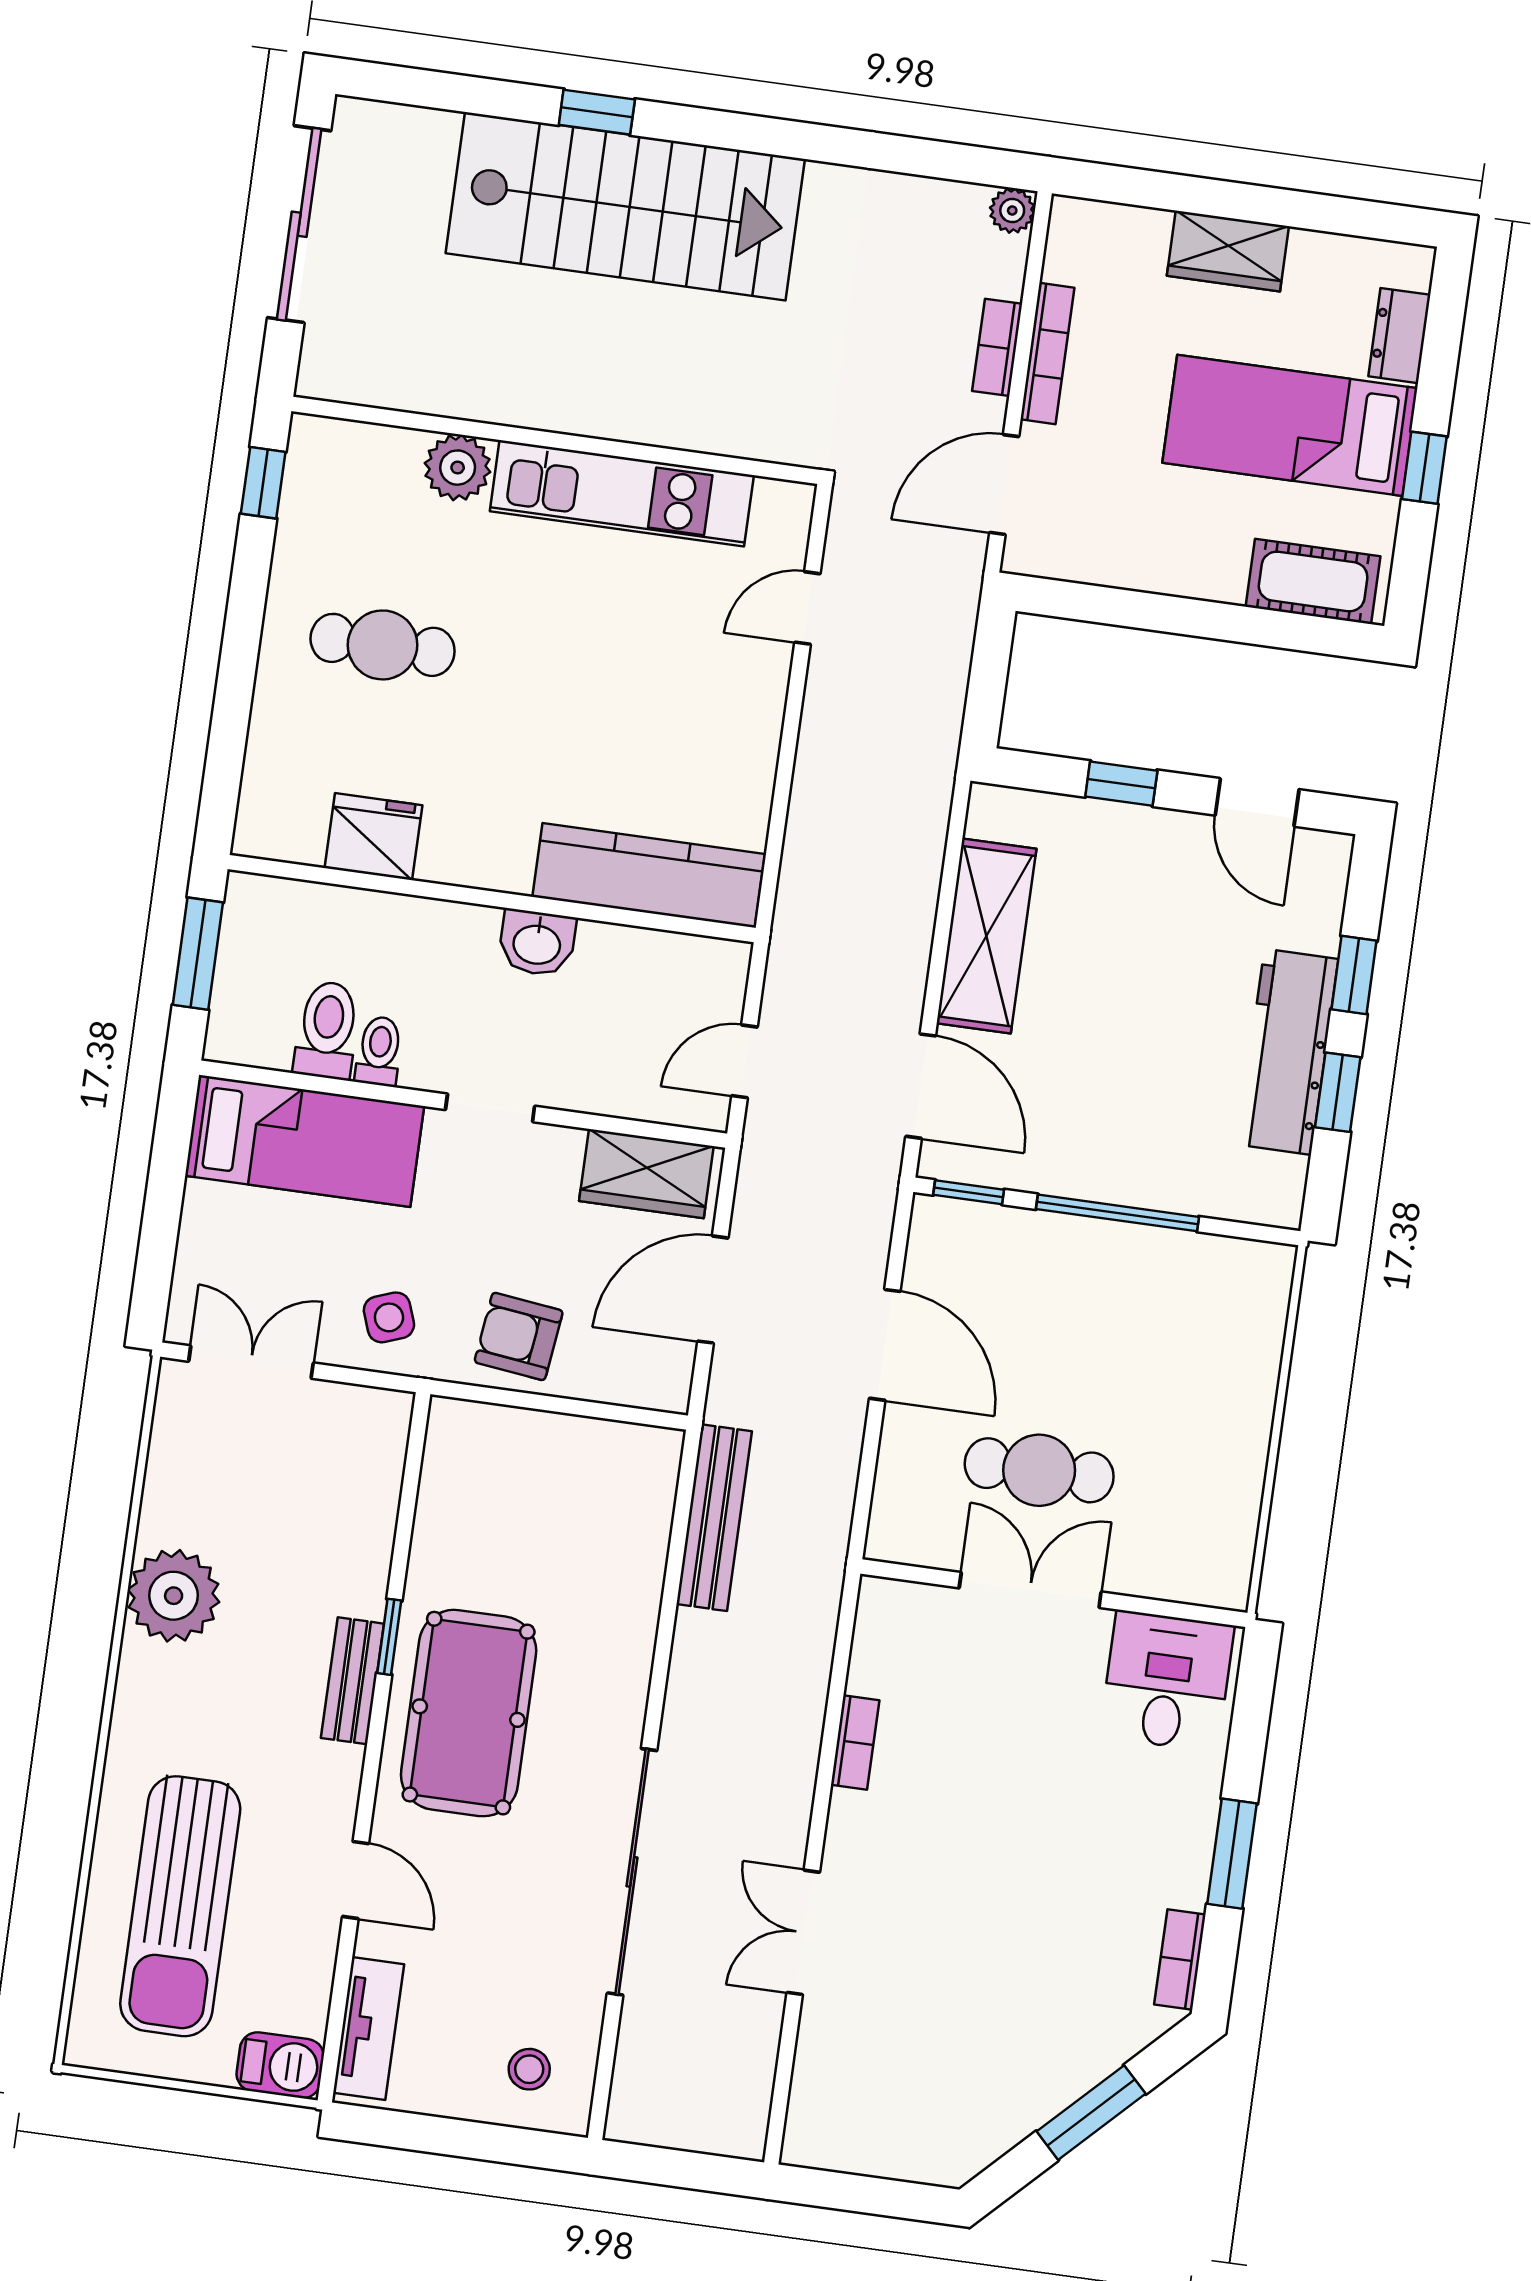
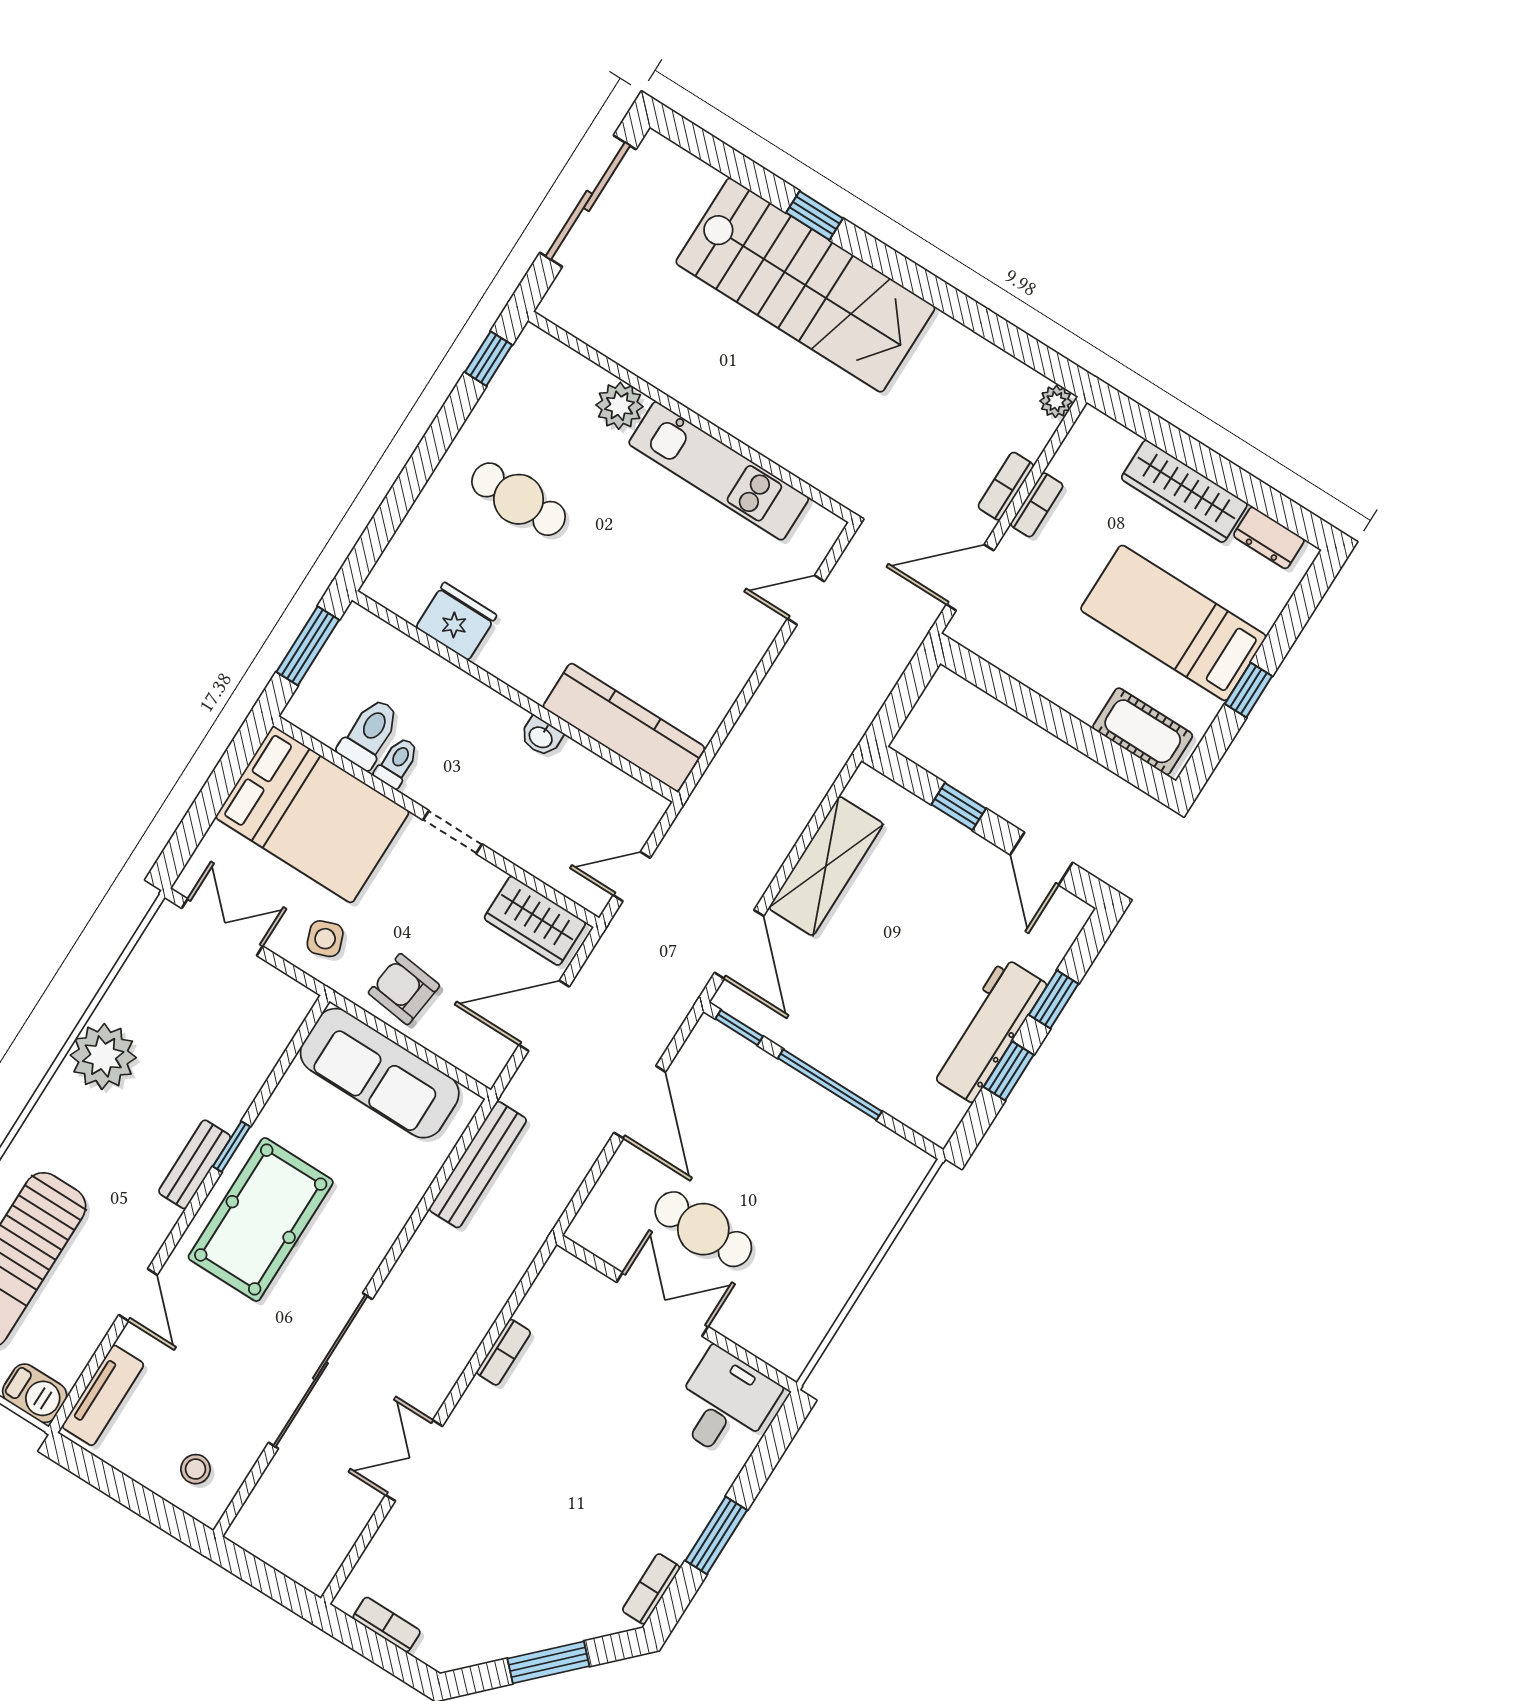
wardrobe: (1228, 251) -> (1184, 491), width x1.50
dresser: (1399, 336) -> (1269, 538), moved, turned -90
bookcase: (1047, 354) -> (1037, 505), width x0.64
washbasin: (537, 943) -> (541, 737), width x0.72, depth x0.69
bed: (305, 1141) -> (312, 814), width x1.50
sofa: (536, 1458) -> (380, 1073), added
bookcase: (863, 2158) -> (387, 1625), added

